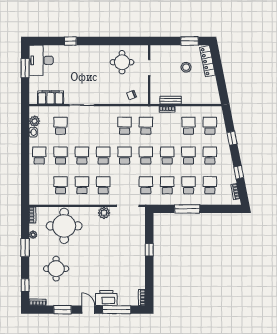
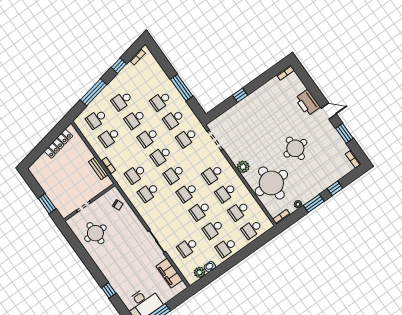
window: (189, 41) -> (47, 204), moved
locker: (207, 61) -> (58, 144), moved
stool: (186, 67) -> (61, 175), removed
window: (232, 138) -> (94, 92), width x2.17
school desk: (210, 185) -> (252, 229), moved
plant: (104, 213) -> (243, 167), moved
round table: (56, 269) -> (295, 148), moved
window: (25, 285) -> (335, 188), moved
door: (88, 310) -> (329, 111), swing flipped
window: (117, 310) -> (311, 87), removed

